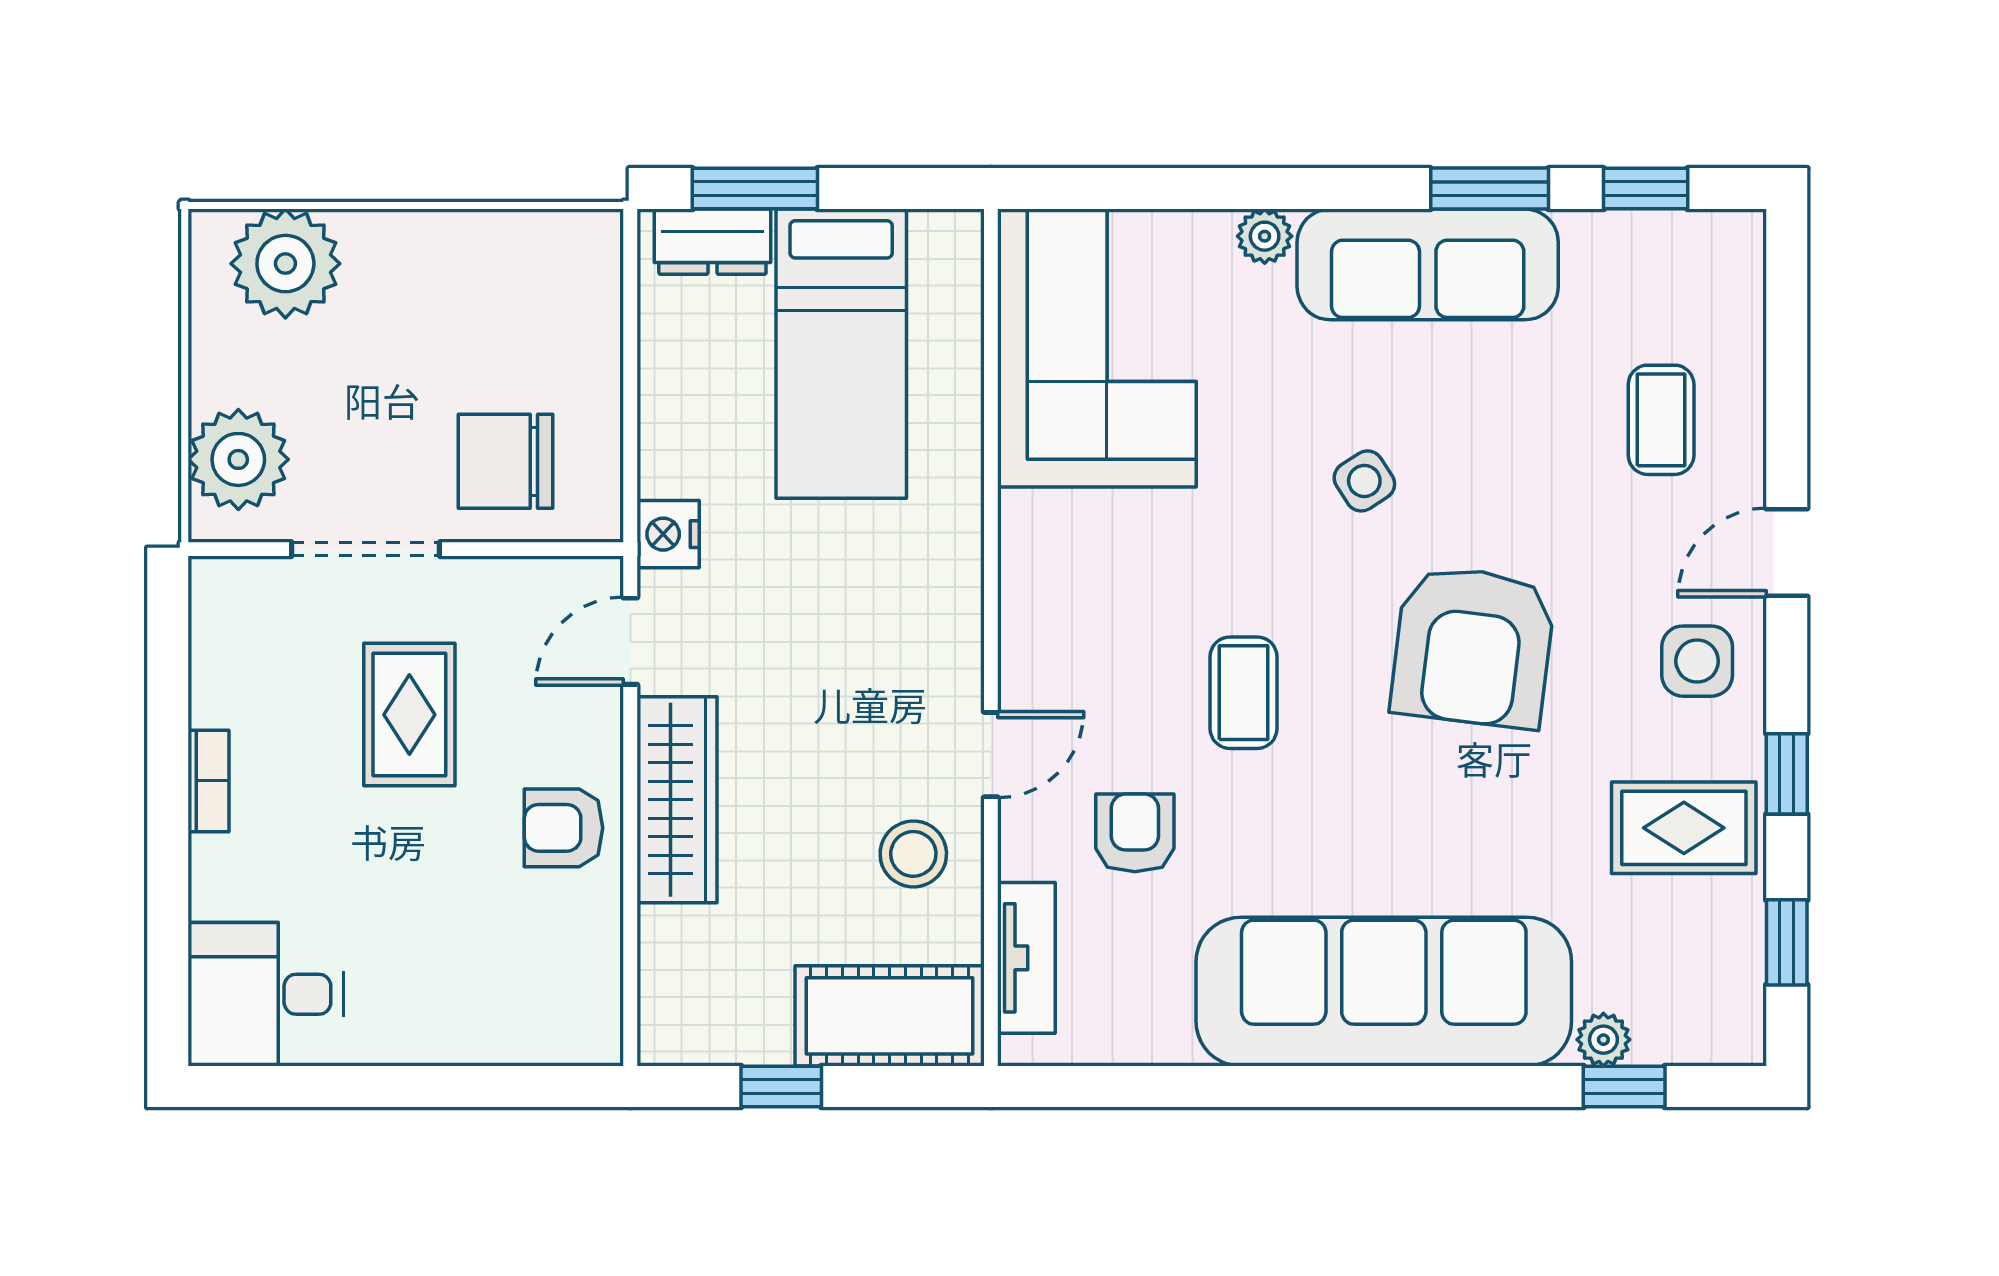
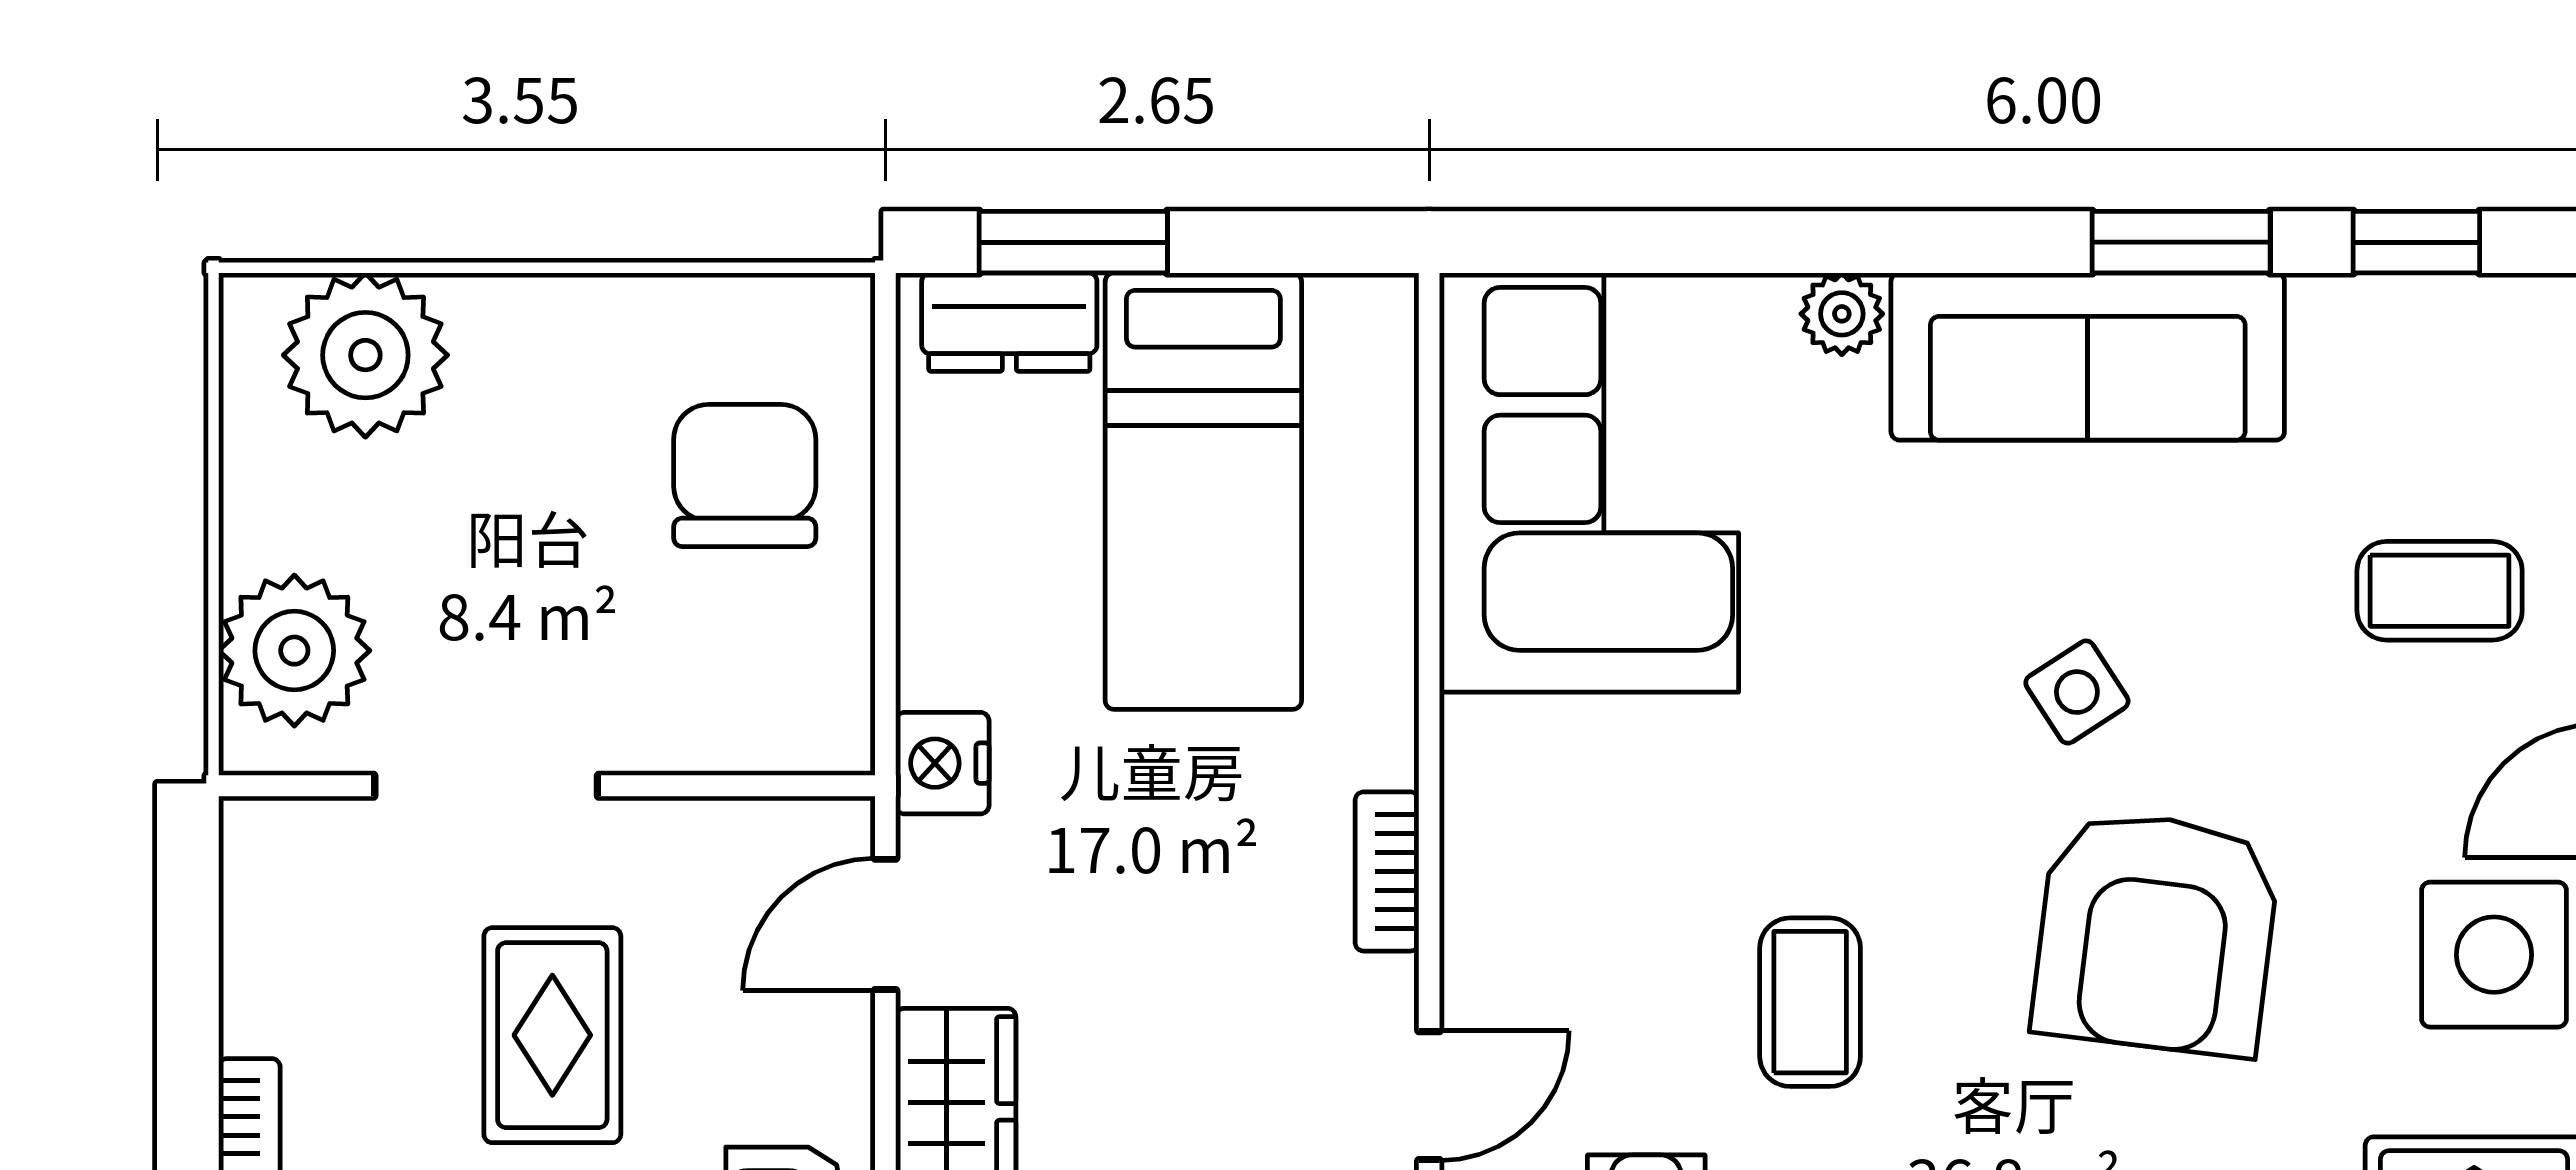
coffee table: (1661, 420) -> (2440, 591), turned 90
chair: (506, 461) -> (745, 475), moved, turned 90
side table: (1364, 481) -> (2077, 692), moved
bookcase: (963, 606) -> (1387, 871), added
side table: (1697, 661) -> (2494, 955), width x1.37, depth x1.37

